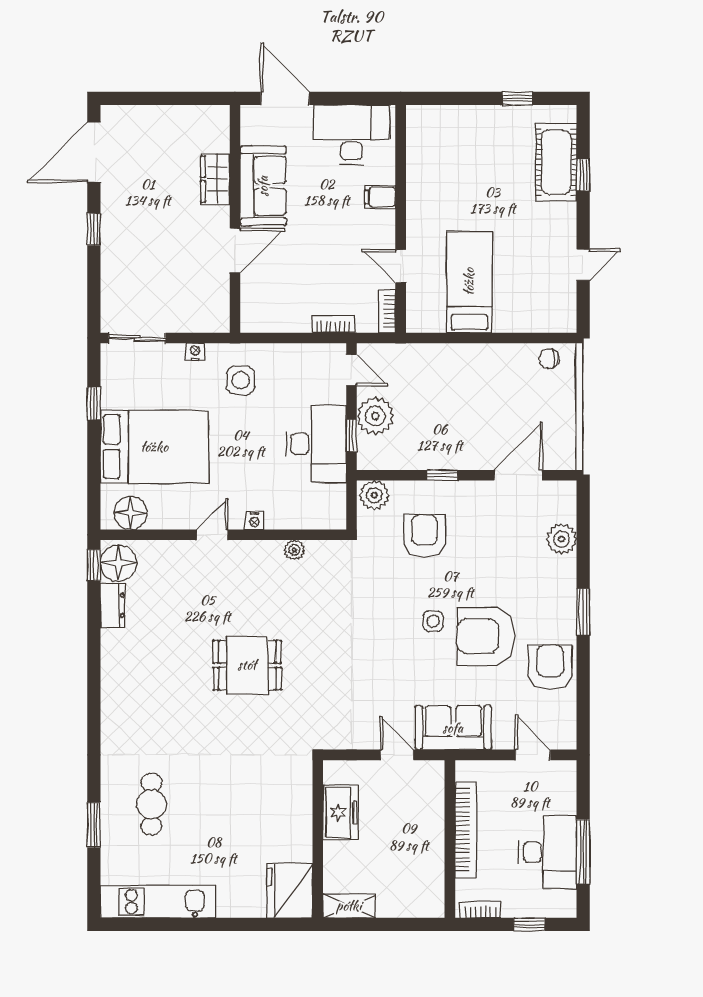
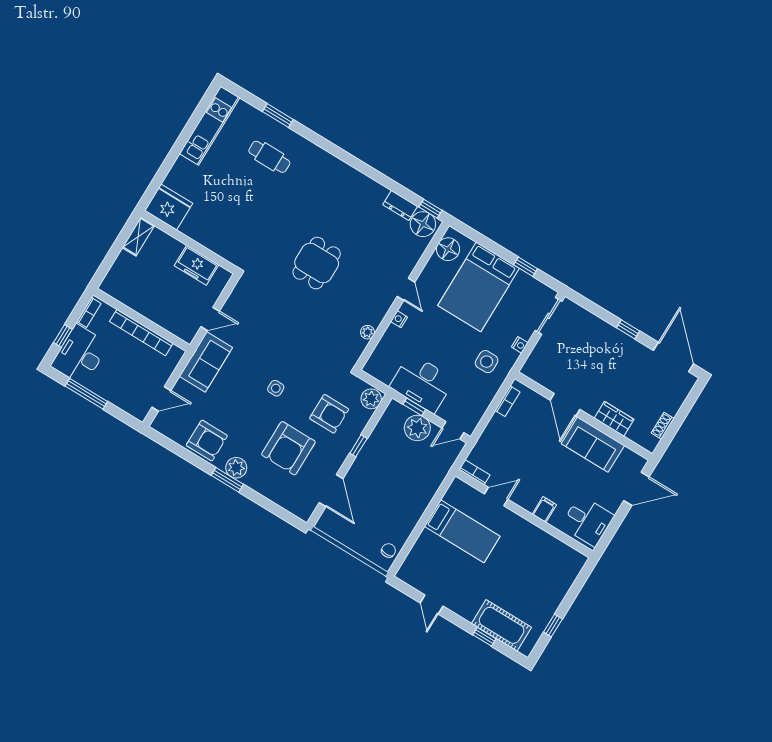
shoe rack: (187, 114) -> (663, 426), added
desk: (351, 135) -> (587, 521), width x0.73
bookcase: (333, 324) -> (508, 401), moved
plant: (562, 539) -> (236, 468), moved
armchair: (486, 636) -> (288, 448), moved, turned 180
desk: (548, 852) -> (80, 355), moved, turned 90

